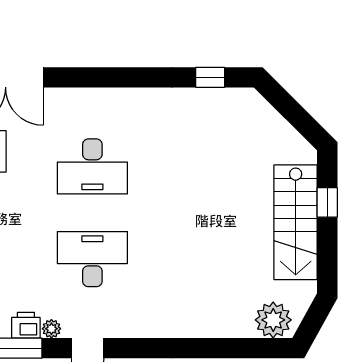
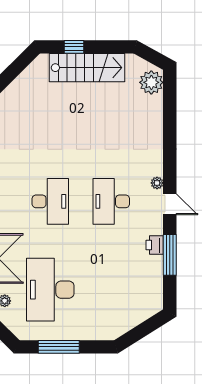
plant: (51, 329) -> (157, 183), moved

